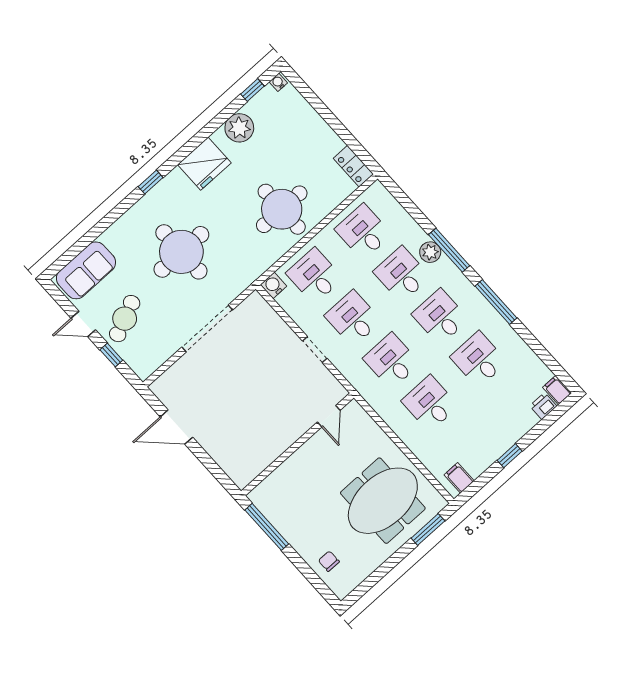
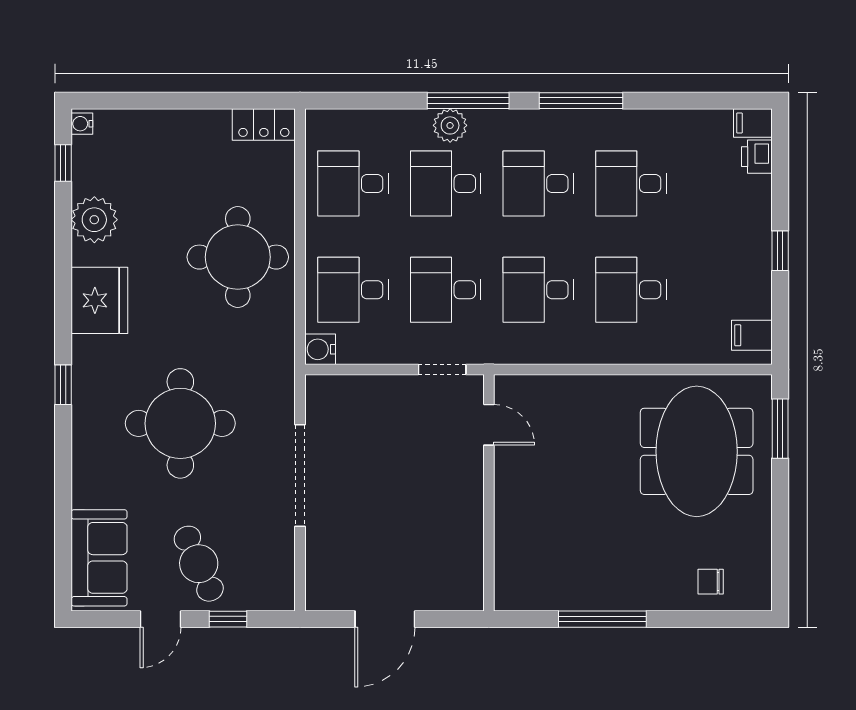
door: (329, 416) -> (489, 425), moved
wall: (298, 444) -> (489, 493), moved

